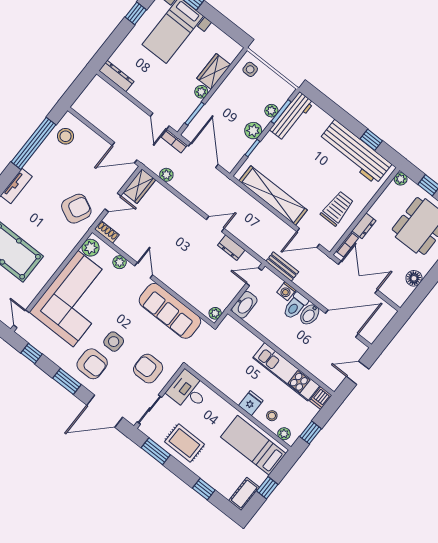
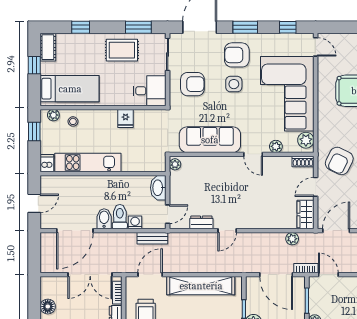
fridge: (251, 403) -> (126, 118), moved

